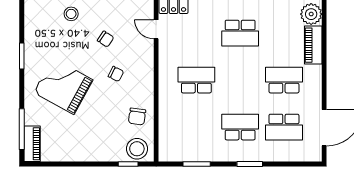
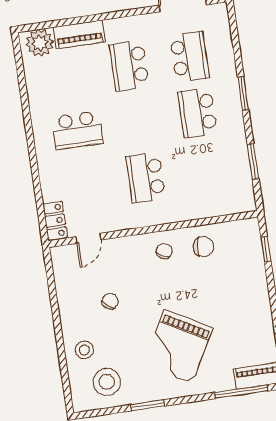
school desk: (240, 33) -> (77, 130), turned 90
chair: (116, 74) -> (164, 251), moved
stool: (137, 149) -> (107, 382), moved

